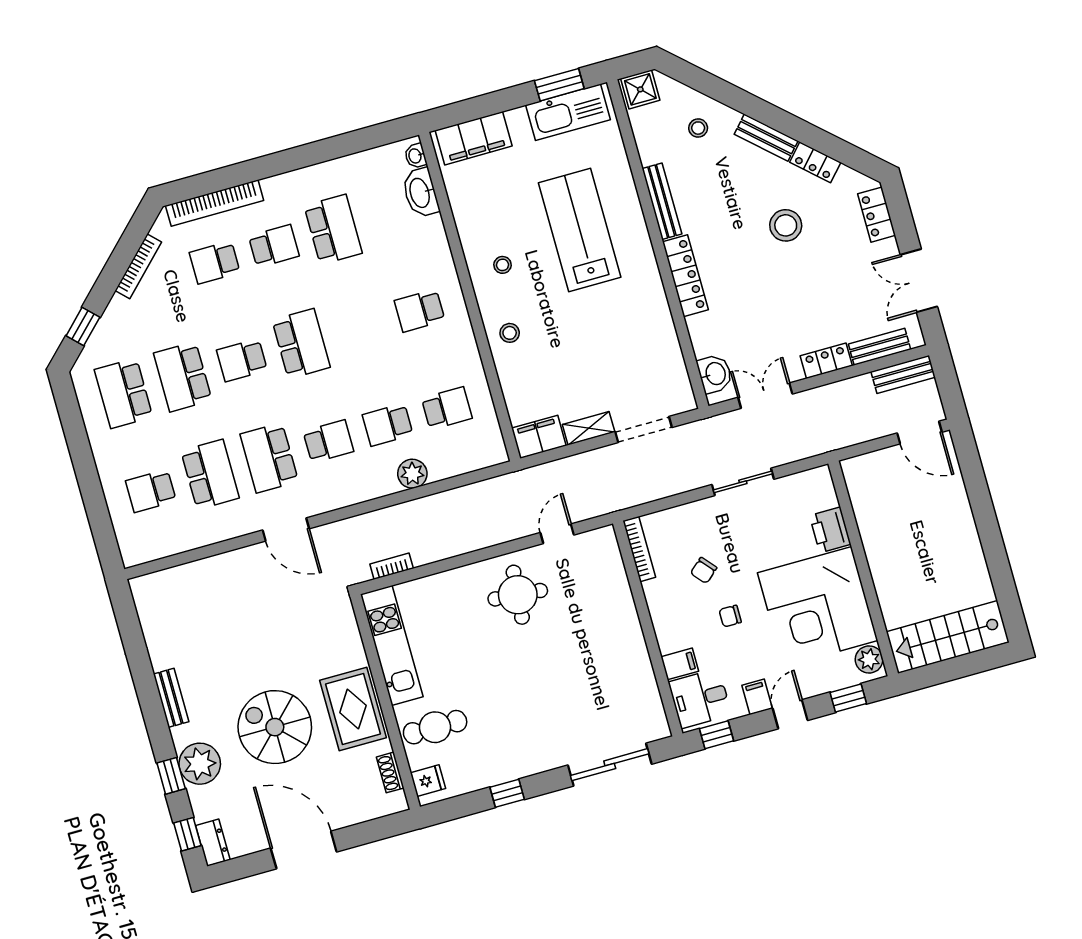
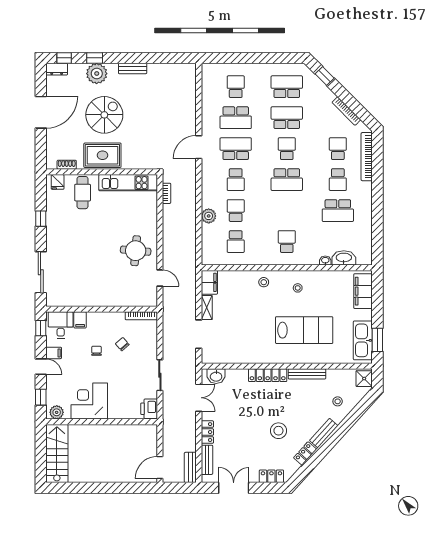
washbasin: (415, 156) -> (325, 261), moved
printer: (830, 530) -> (149, 409), moved, turned -90
corner desk: (818, 607) -> (89, 401), width x0.74, depth x0.74

